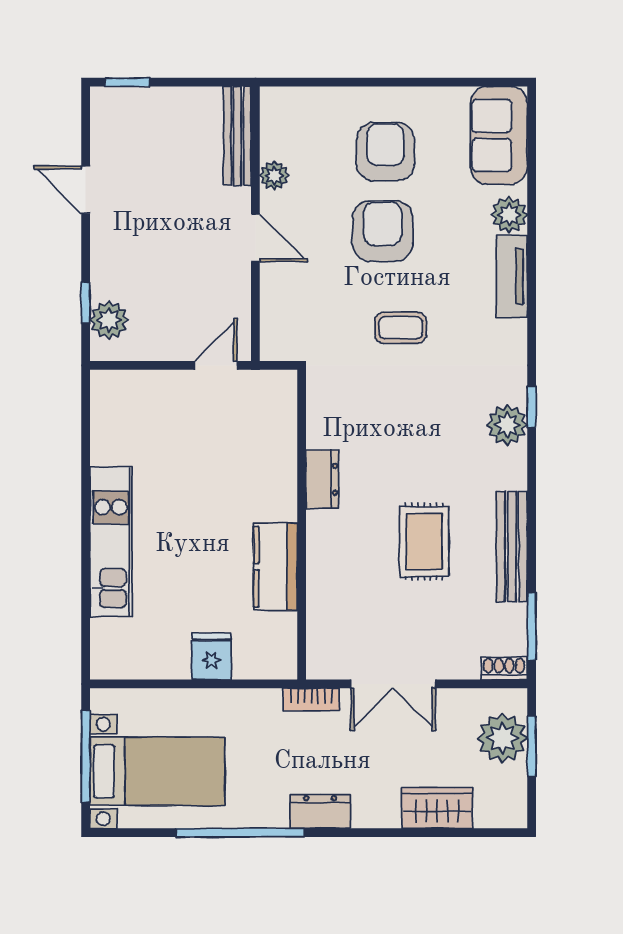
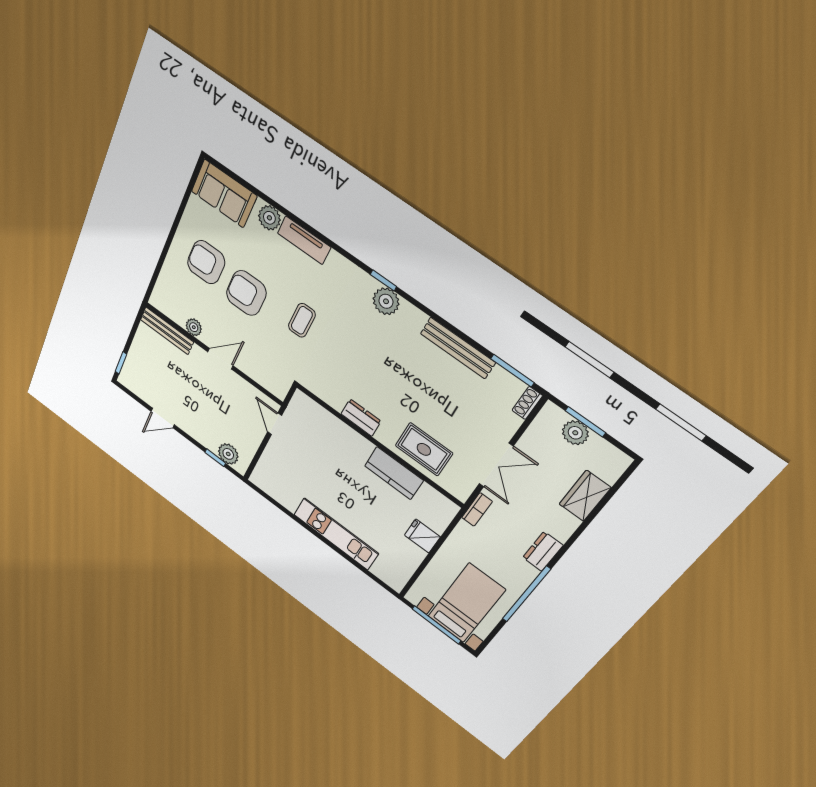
rug: (424, 542) -> (424, 449), moved
plant: (502, 738) -> (575, 433), width x0.73, depth x0.73

